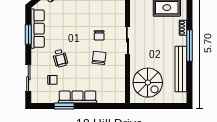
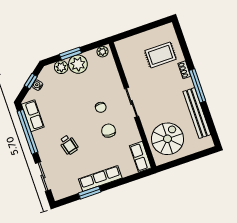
row of seats: (38, 29) -> (33, 116), width x0.68
window: (28, 35) -> (28, 132), width x2.11
chair: (52, 80) -> (68, 170), removed
spiral stairs: (148, 83) -> (168, 139), turned -90
row of seats: (119, 90) -> (140, 157), added

